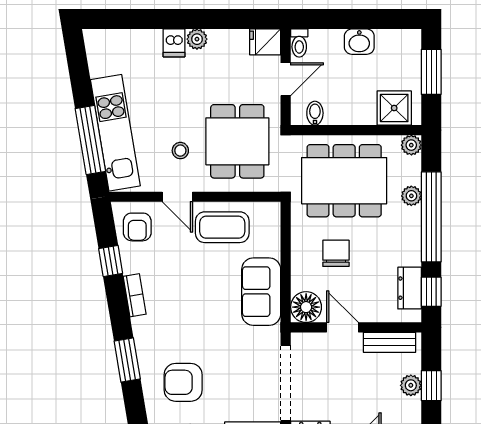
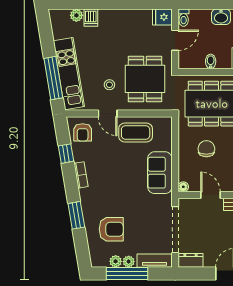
plant: (197, 39) -> (76, 15), moved
dishwasher: (174, 43) -> (91, 18), moved
bidet: (315, 113) -> (211, 61), moved
floor lamp: (306, 307) -> (183, 187), width x0.53, depth x0.53
armchair: (183, 382) -> (111, 229), turned 180

